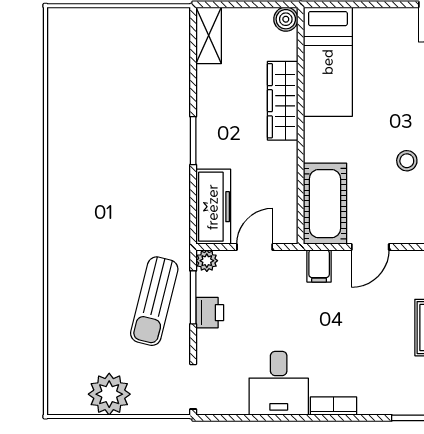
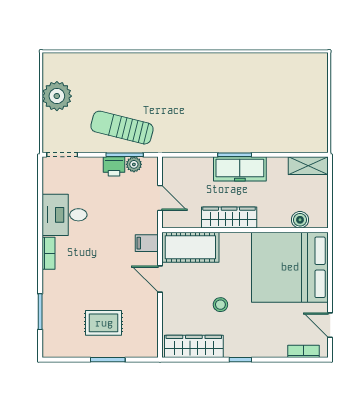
boiler: (286, 19) -> (300, 220), moved
bed: (328, 62) -> (290, 267), width x2.04
wardrobe: (283, 101) -> (229, 218), moved
freezer: (213, 207) -> (240, 169), moved
plant: (207, 261) -> (134, 164), moved

